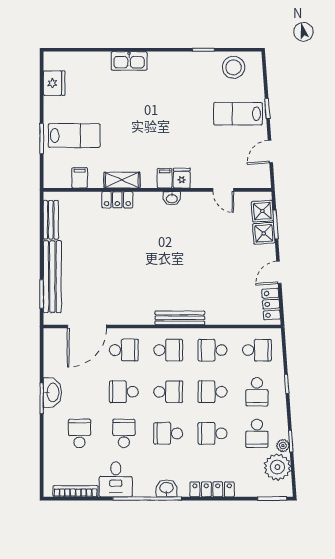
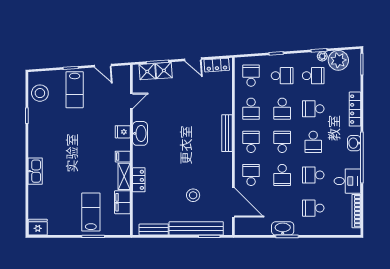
fridge: (54, 83) -> (38, 227), moved
filing cabinet: (80, 178) -> (122, 202), width x2.00
filing cabinet: (165, 178) -> (123, 157), moved
washbasin: (172, 198) -> (140, 133), width x1.91, depth x1.45
stool: (97, 272) -> (193, 195), added
school desk: (213, 433) -> (313, 109), turned 90

